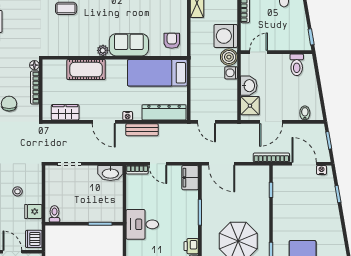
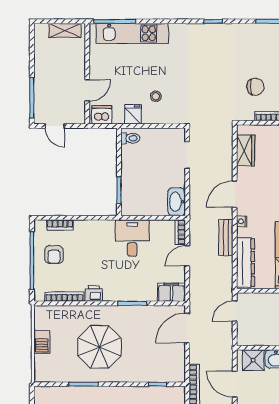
desk: (142, 224) -> (132, 238), moved

